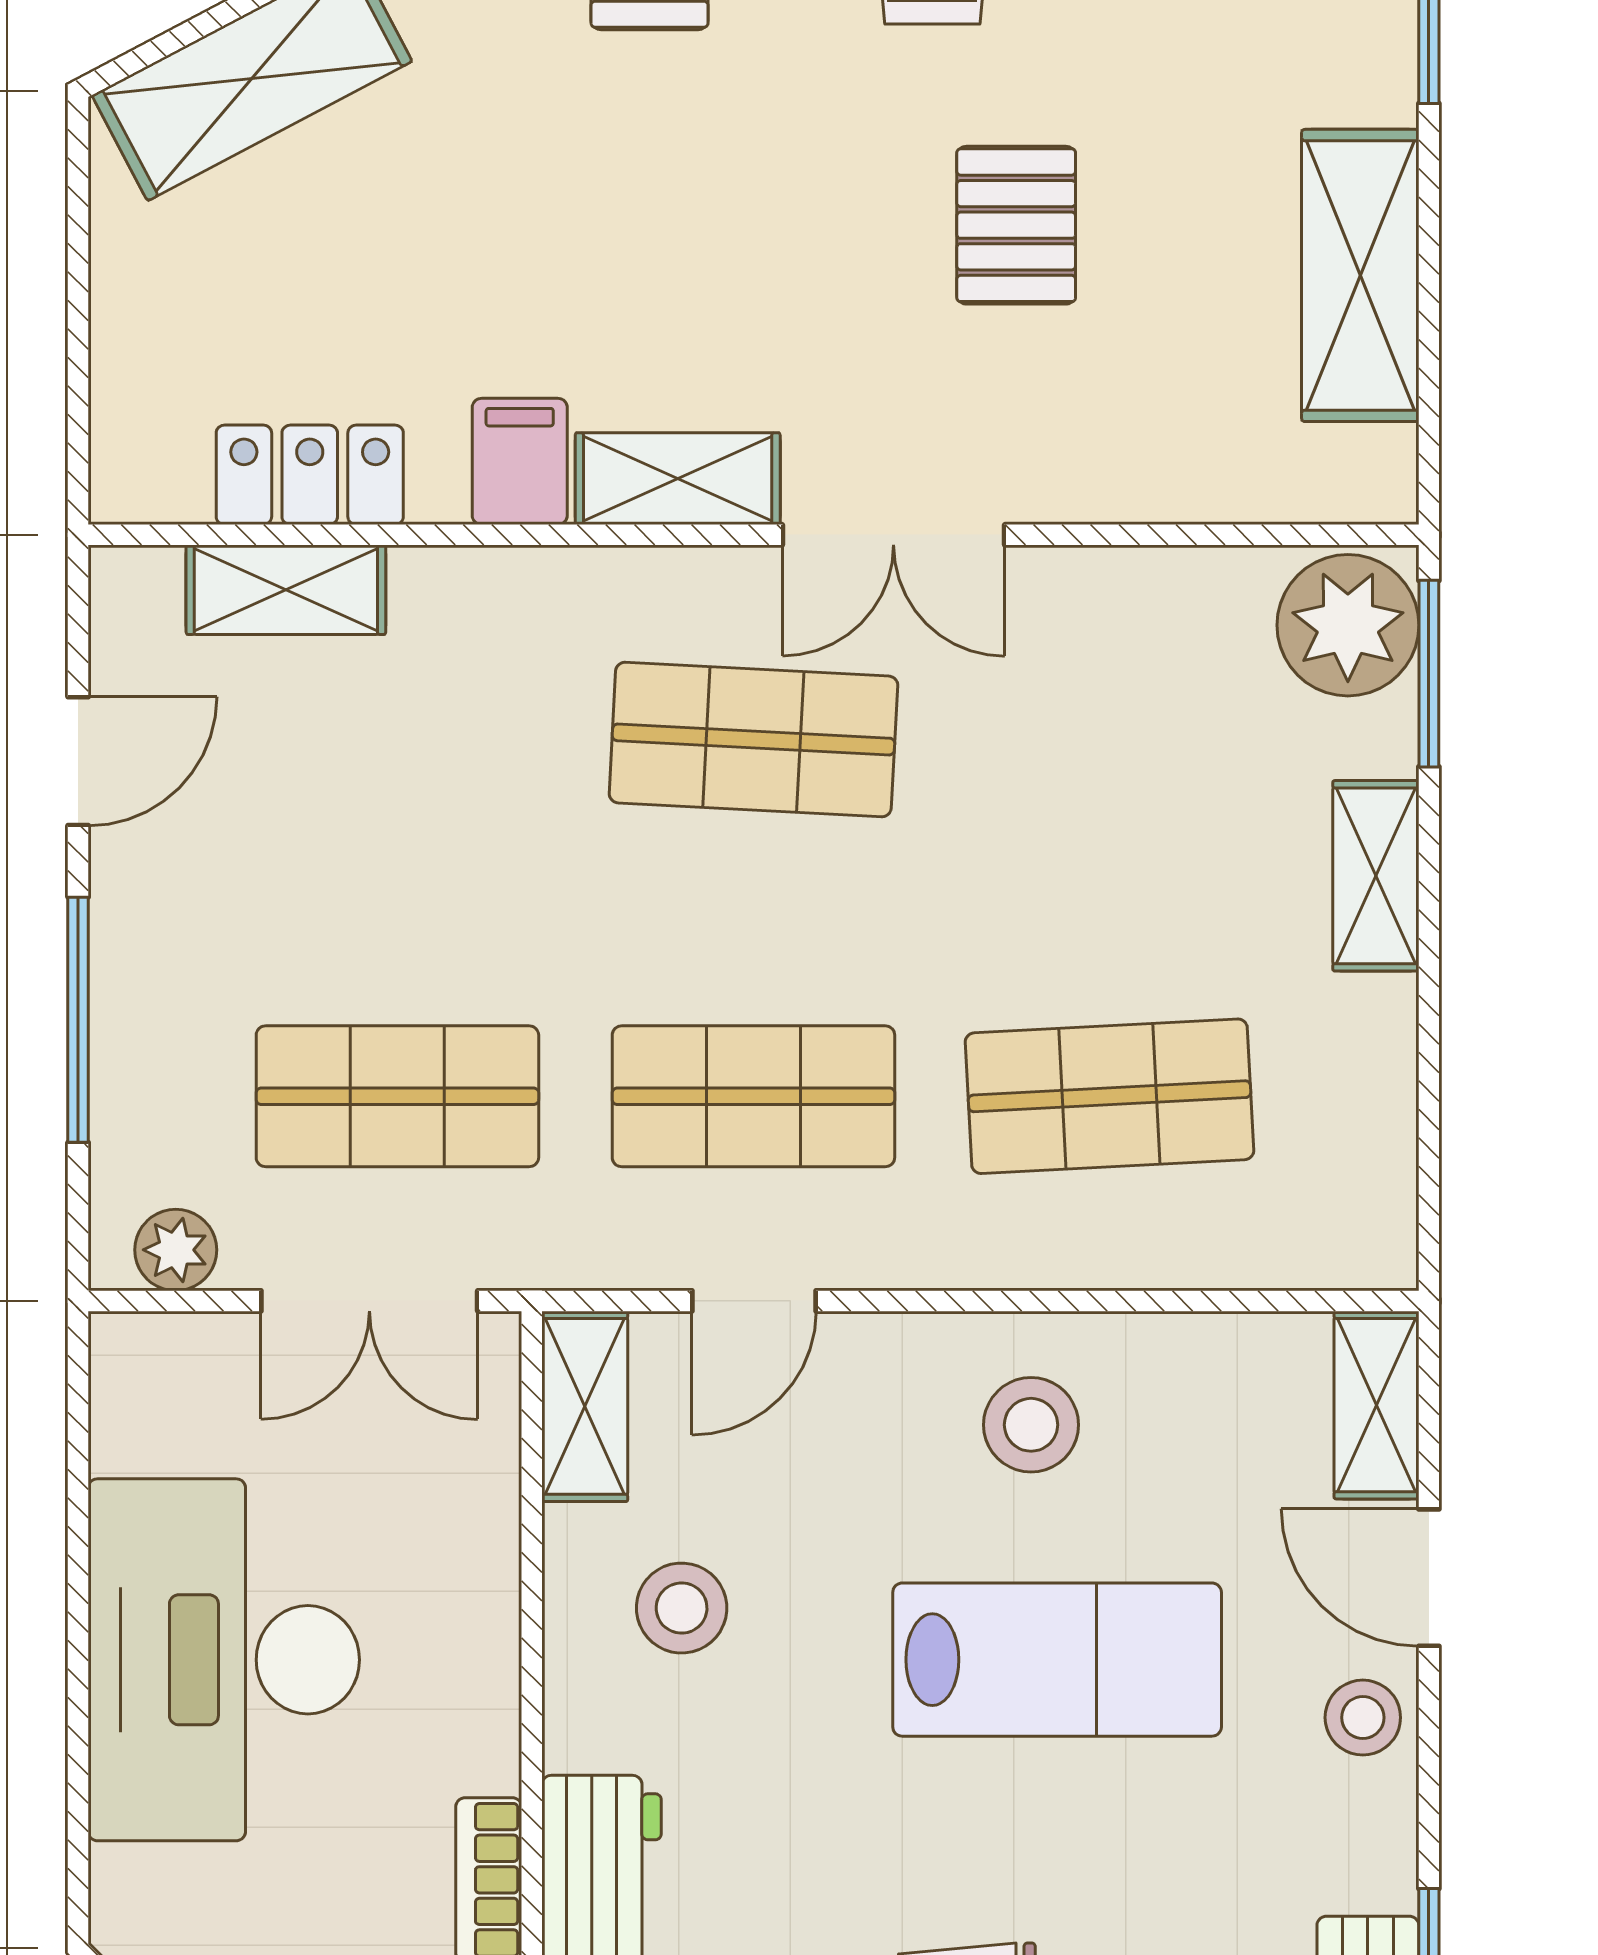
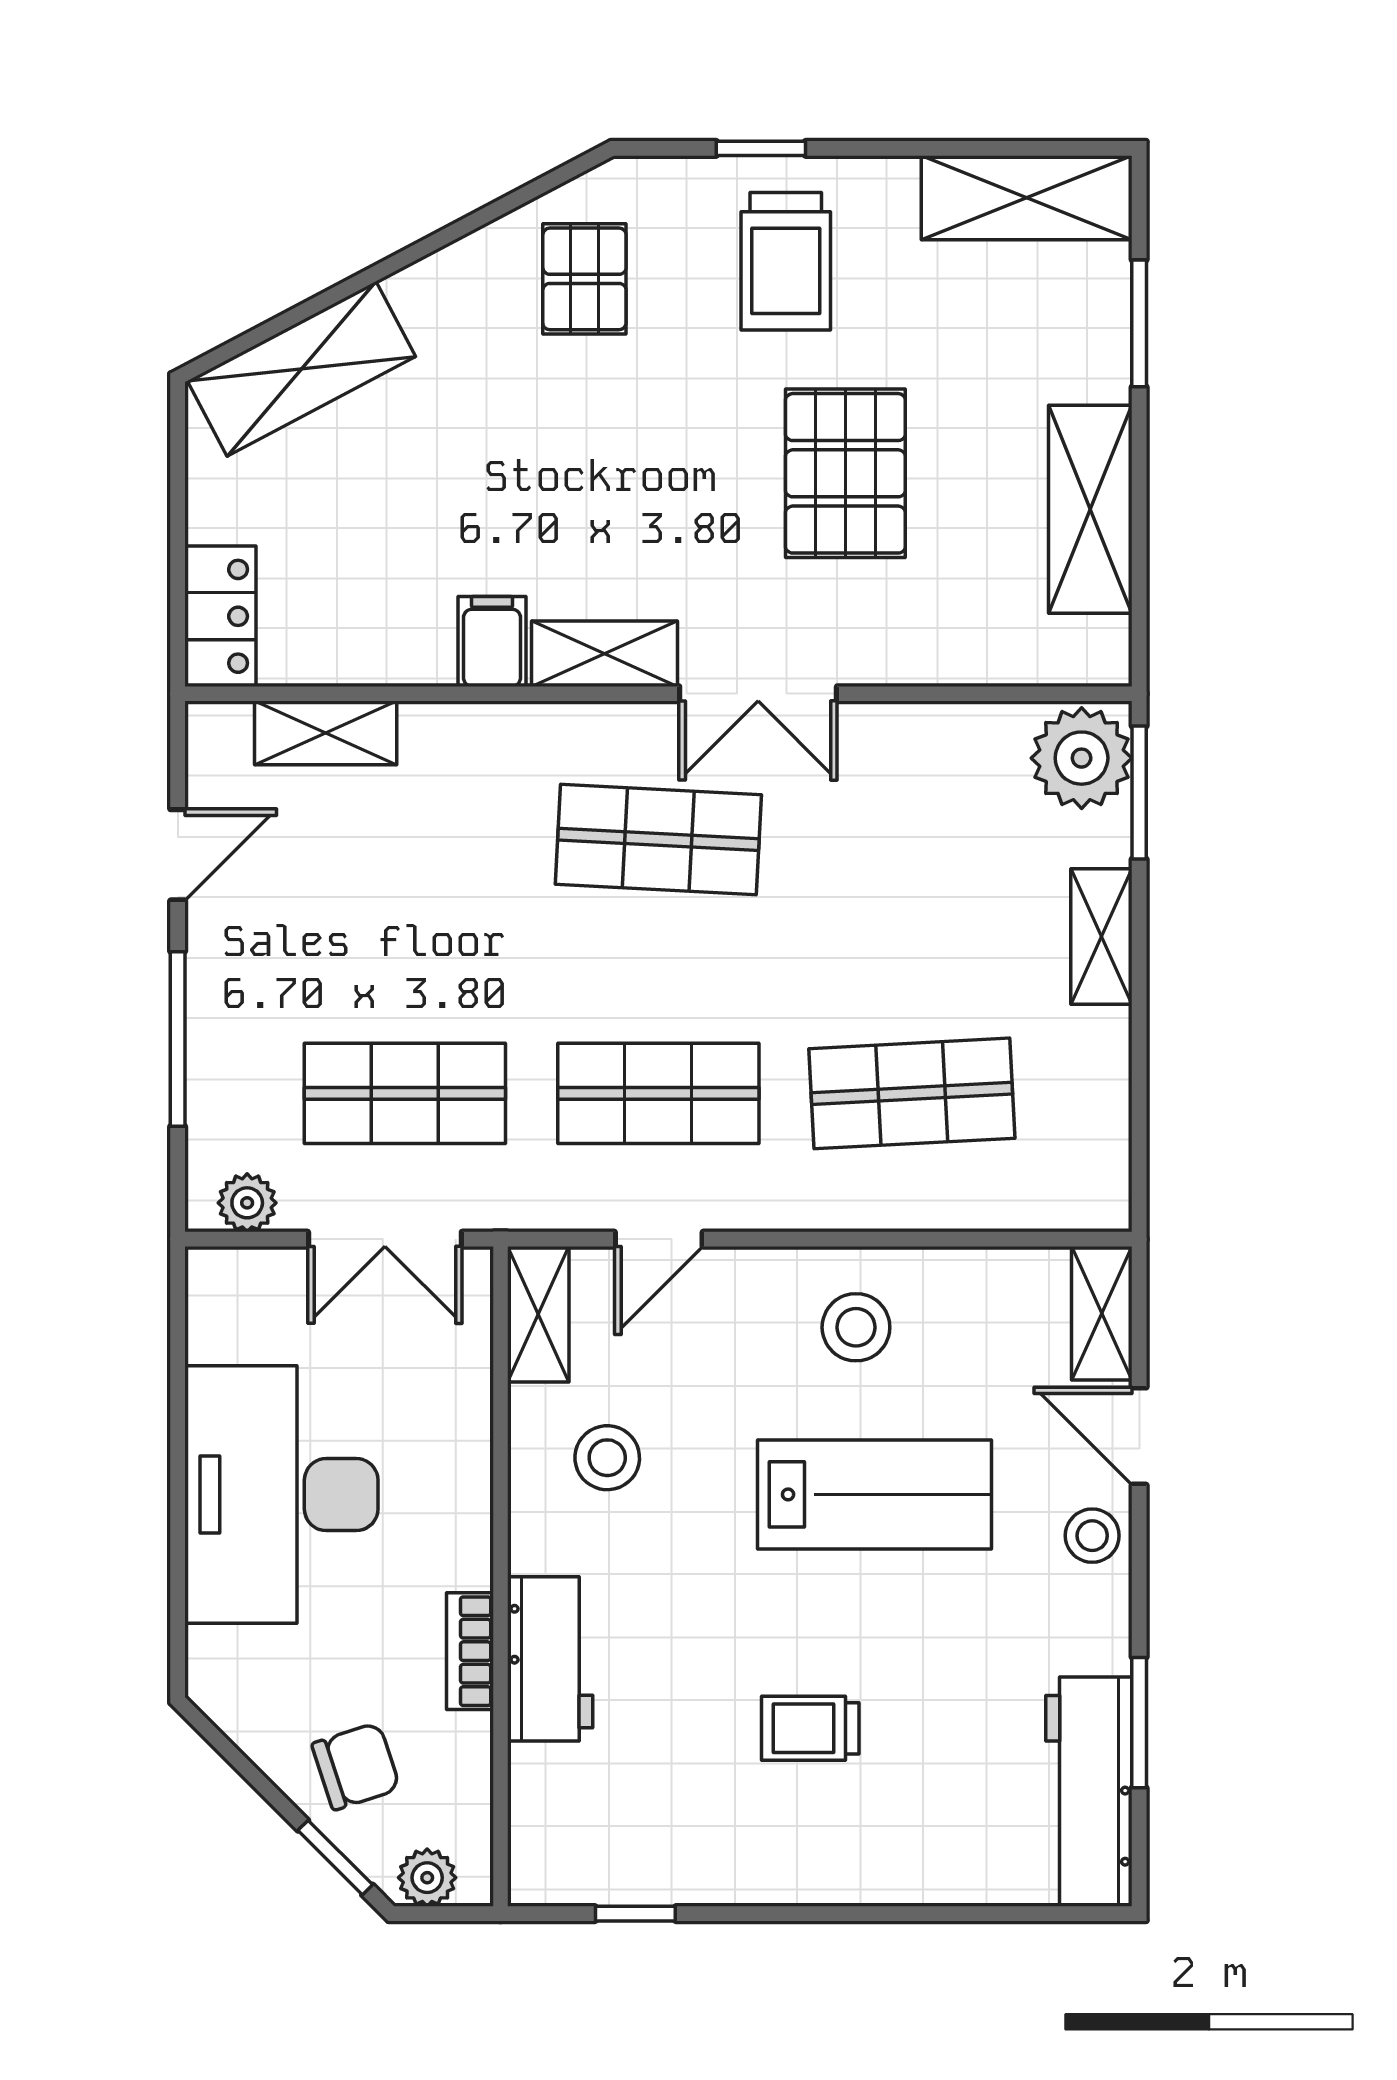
pallet: (1016, 225) -> (845, 473), width x1.50, depth x1.42
locker: (310, 475) -> (220, 616), moved, turned 90

